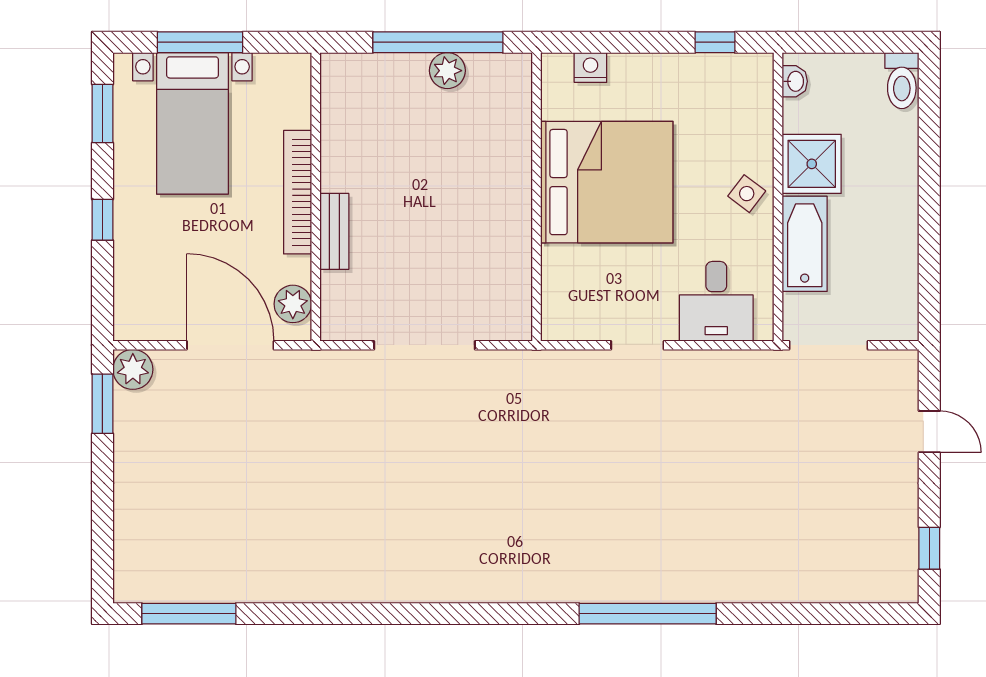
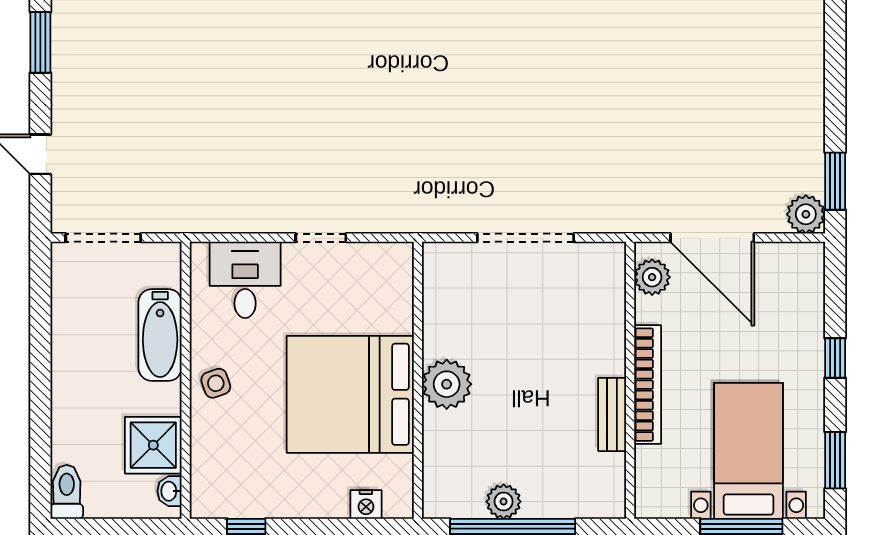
shower: (812, 164) -> (153, 445), moved
plant: (507, 193) -> (447, 384), added
side table: (747, 194) -> (216, 383), turned 34
bench: (334, 231) -> (612, 415), moved
doorway: (829, 345) -> (103, 238), moved
window: (929, 548) -> (40, 42), width x1.50

